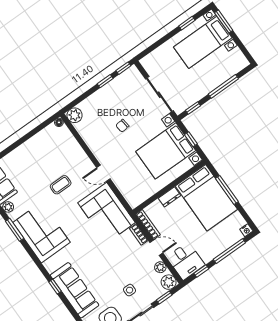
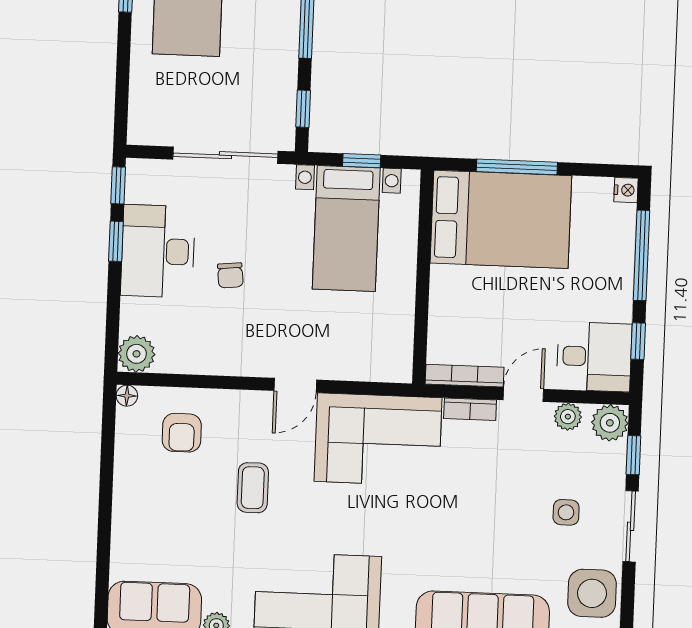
desk: (112, 97) -> (158, 251), added
armchair: (61, 149) -> (182, 433), added
bed with nightstands: (166, 151) -> (346, 228), width x0.73
dresser: (170, 197) -> (443, 291), removed

